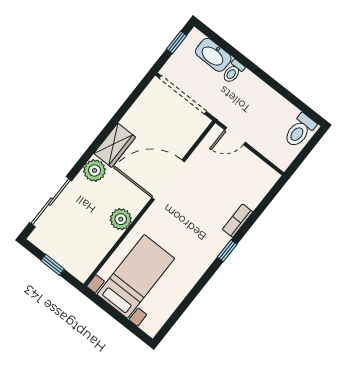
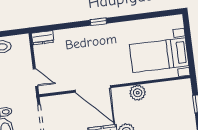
dresser: (266, 182) -> (43, 38), added
bookcase: (238, 221) -> (77, 32), removed

